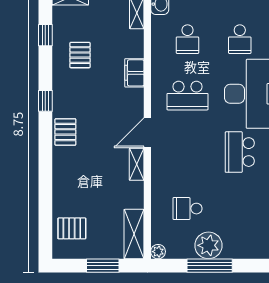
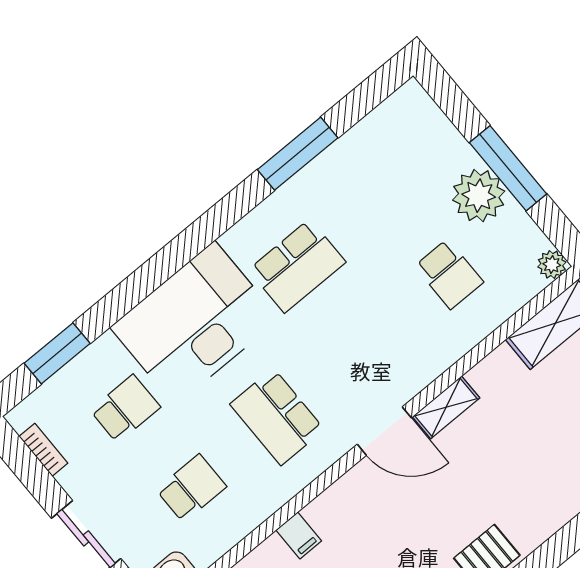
filing cabinet: (134, 73) -> (299, 535), width x0.50
school desk: (187, 96) -> (277, 417), turned 180

